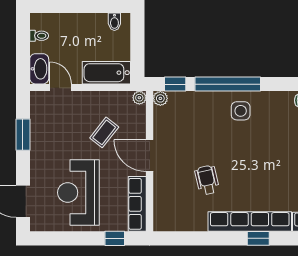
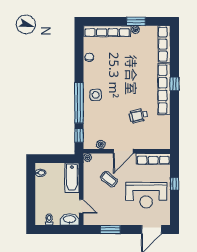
door: (60, 88) -> (81, 206), swing flipped
plant: (160, 98) -> (101, 144), moved
window: (115, 238) -> (175, 184), moved

